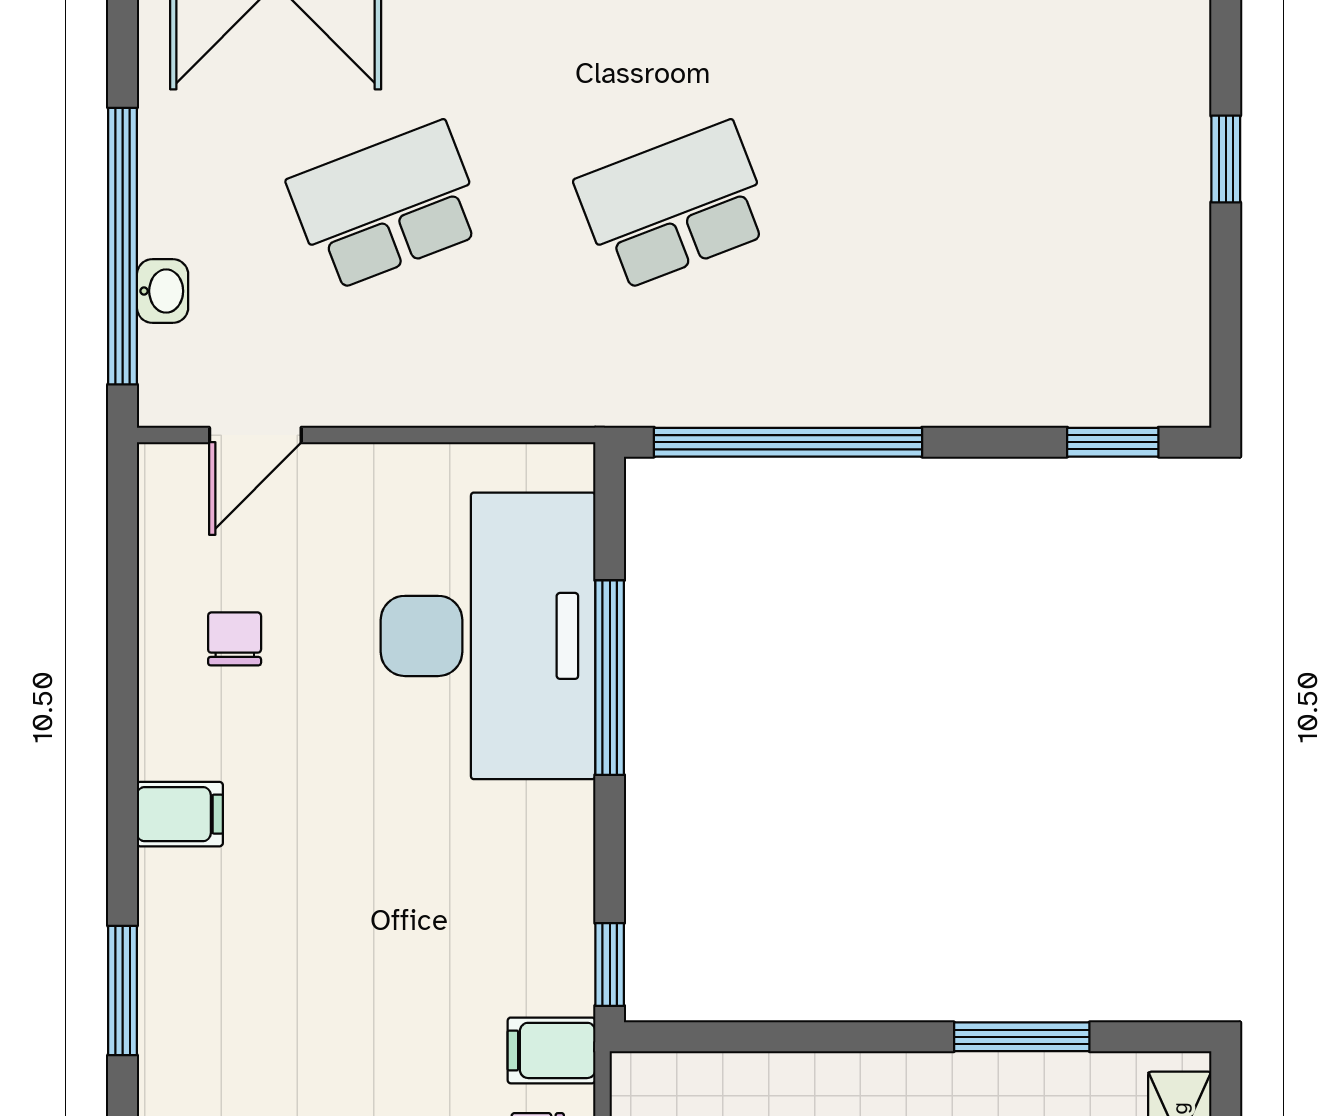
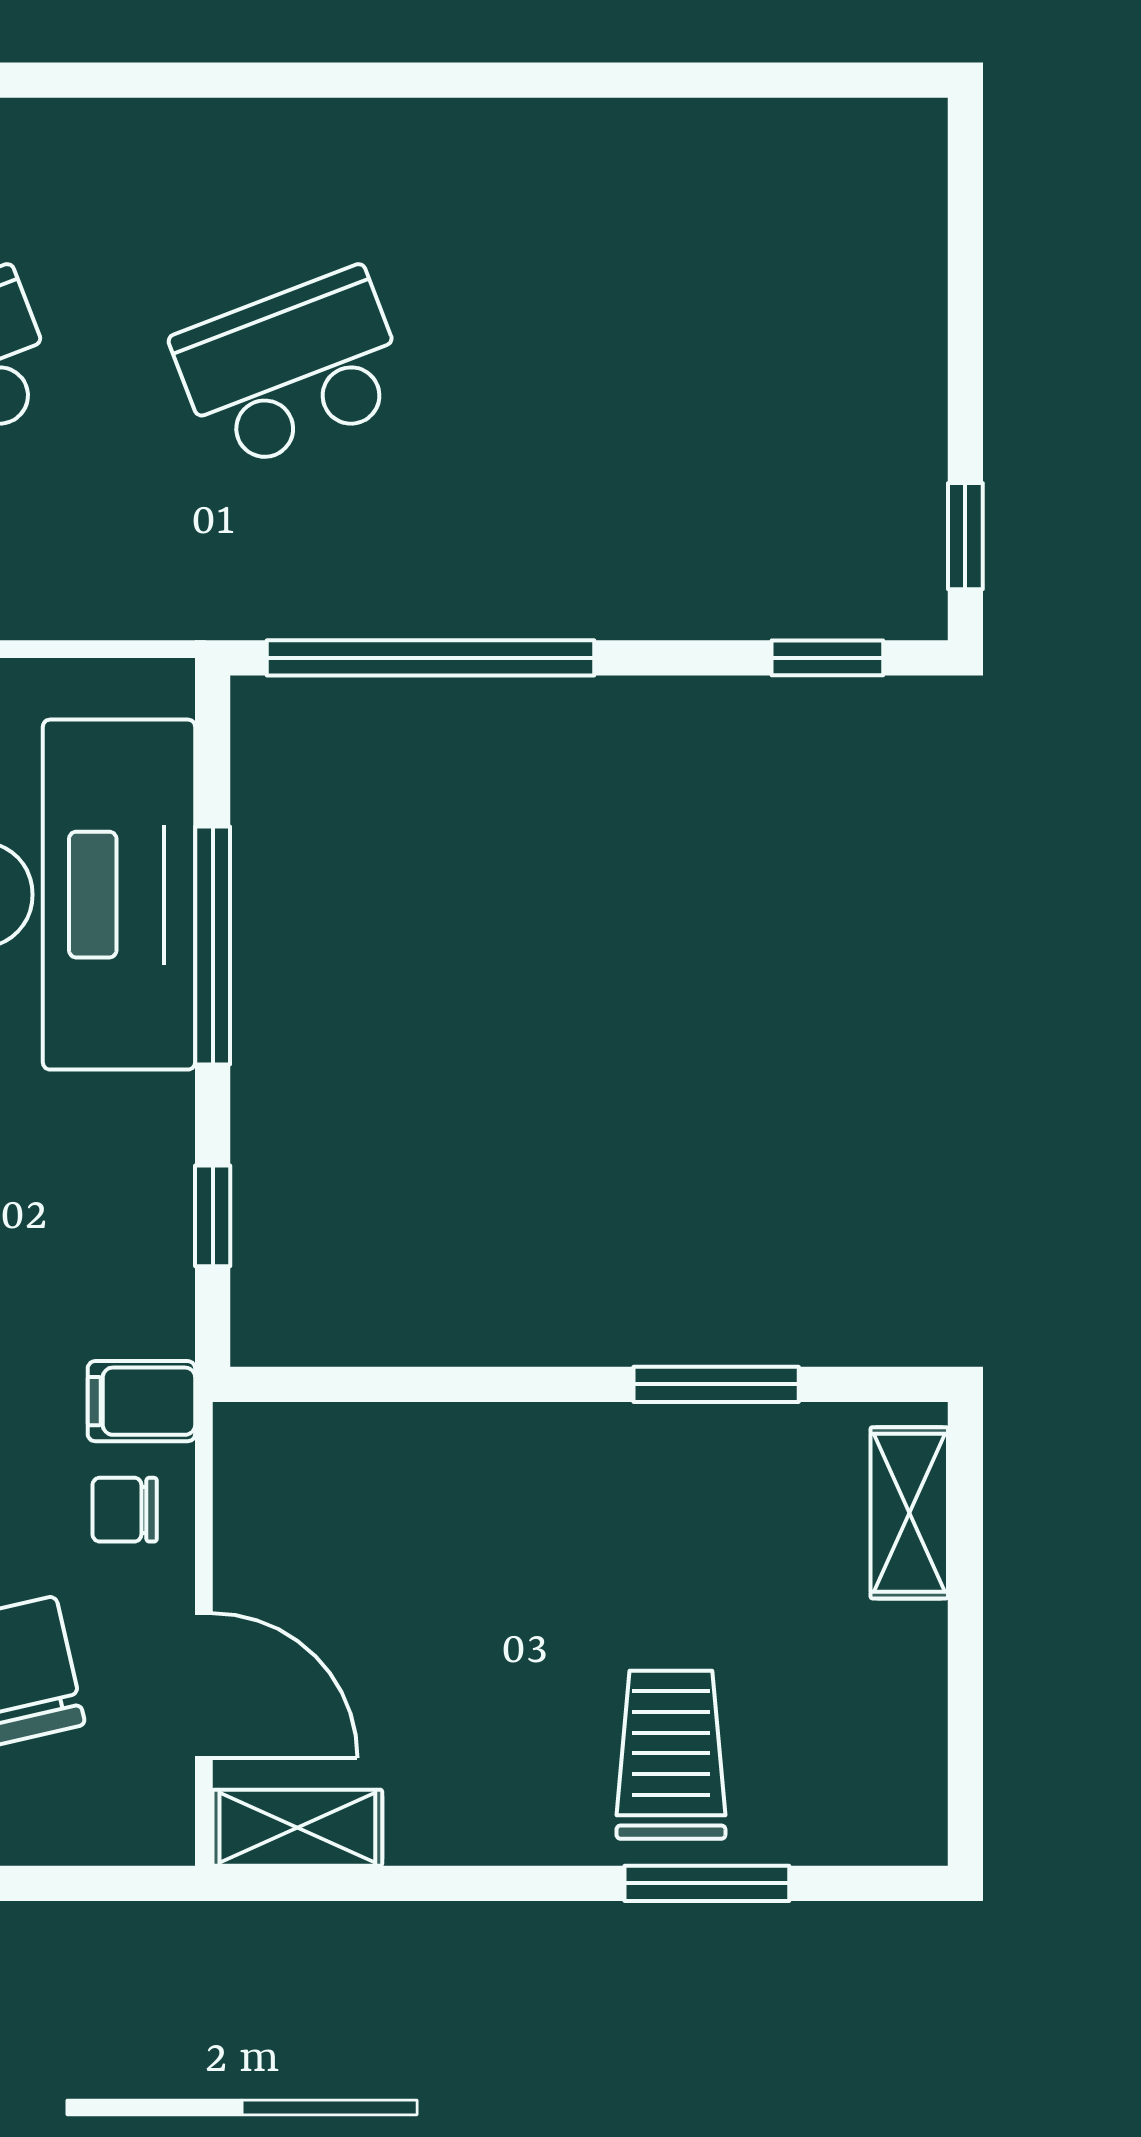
window: (1226, 159) -> (965, 536), moved
window: (610, 964) -> (213, 1216), moved

